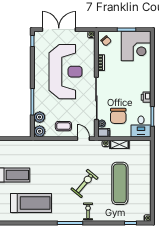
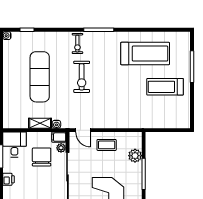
plant: (40, 131) -> (135, 139), removed
exercise bike: (84, 183) -> (82, 77), turned -40
treadmill: (31, 203) -> (145, 54), turned 180

